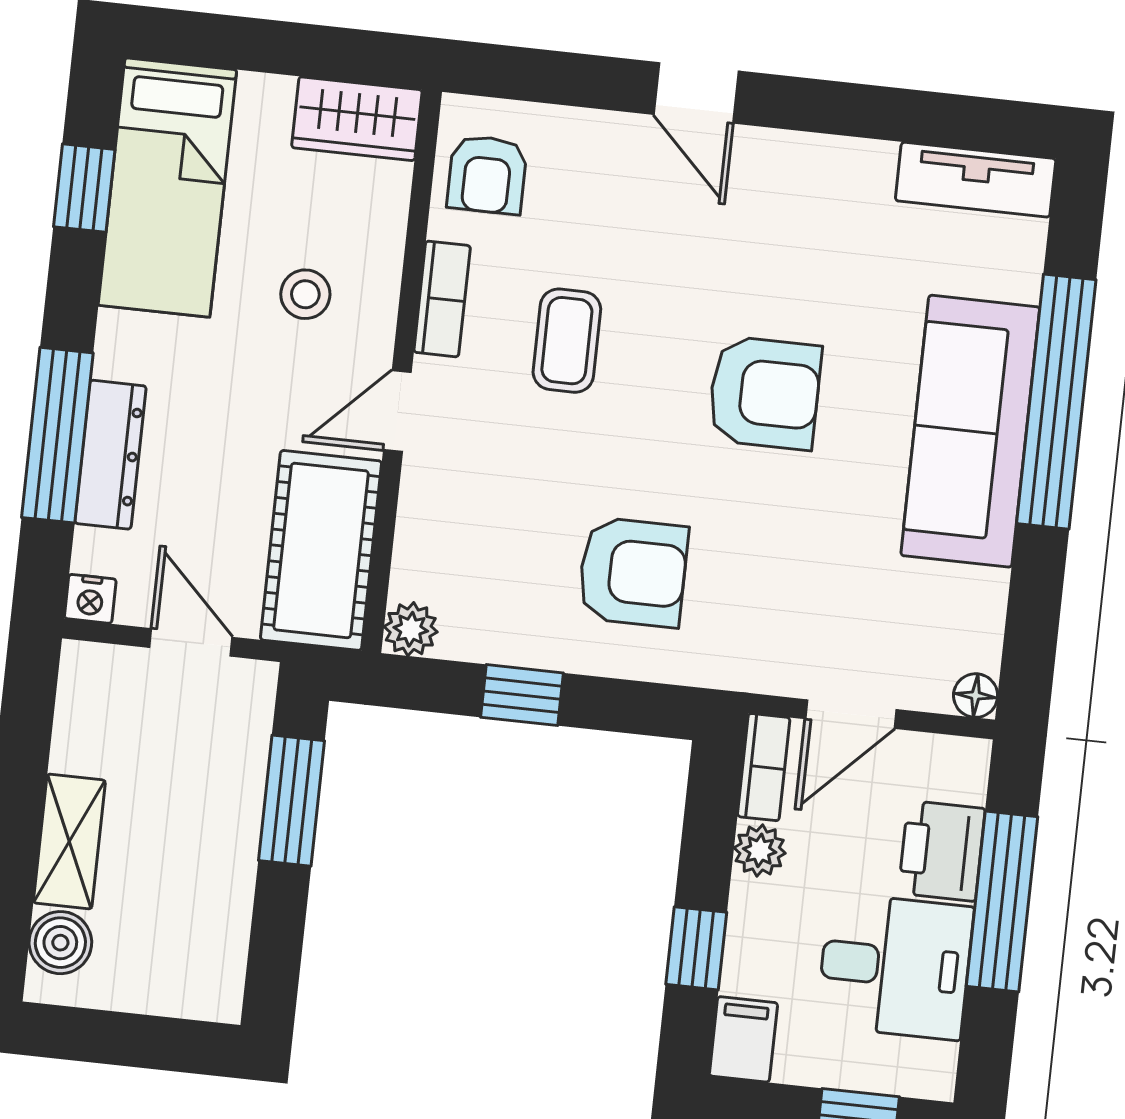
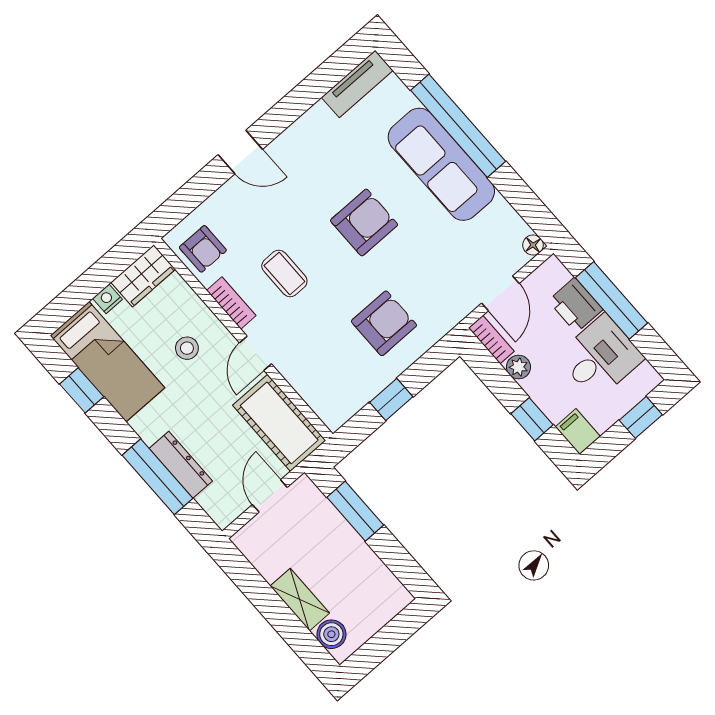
nightstand: (90, 599) -> (107, 299), moved, turned 180
plant: (411, 629) -> (334, 417), removed
door: (191, 642) -> (270, 496), hinge flipped

